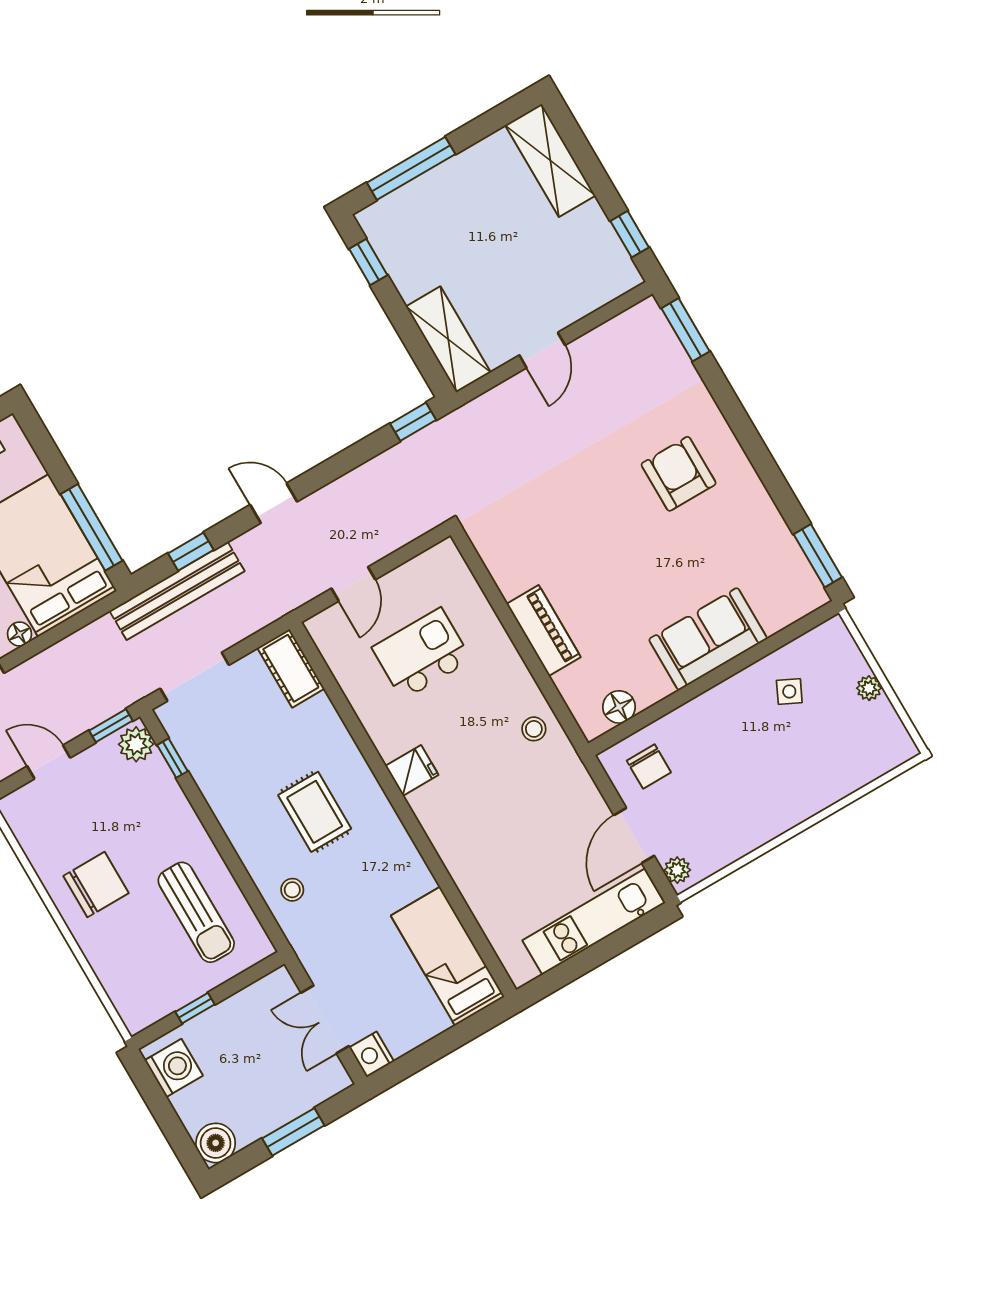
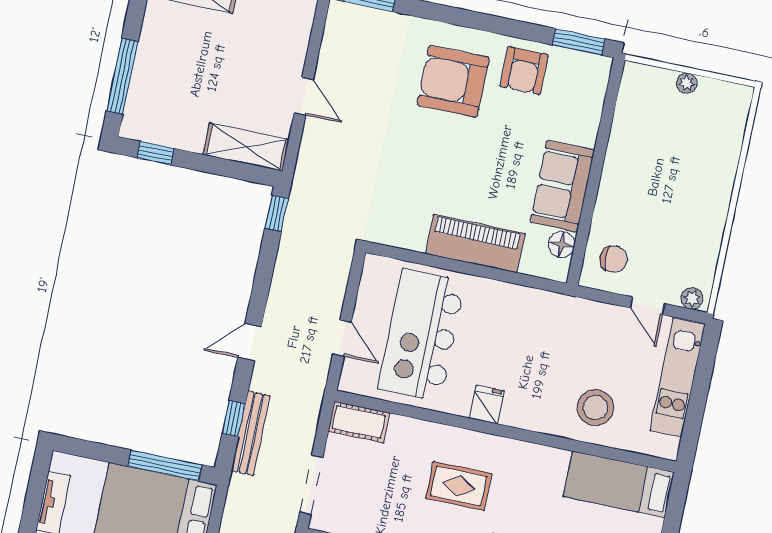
armchair: (679, 474) -> (453, 81), width x1.36, depth x1.36
armchair: (747, 530) -> (524, 71), added
bench: (177, 591) -> (251, 433), width x0.73, depth x0.82
piano: (544, 630) -> (475, 244), width x1.37, depth x1.33
sofa: (708, 639) -> (562, 186), moved
kitchen island: (422, 654) -> (422, 335), width x1.87, depth x1.28
side table: (789, 691) -> (645, 133), removed
stool: (534, 729) -> (595, 408), moved, width x1.89, depth x1.89
door: (634, 835) -> (647, 306), width x0.73

